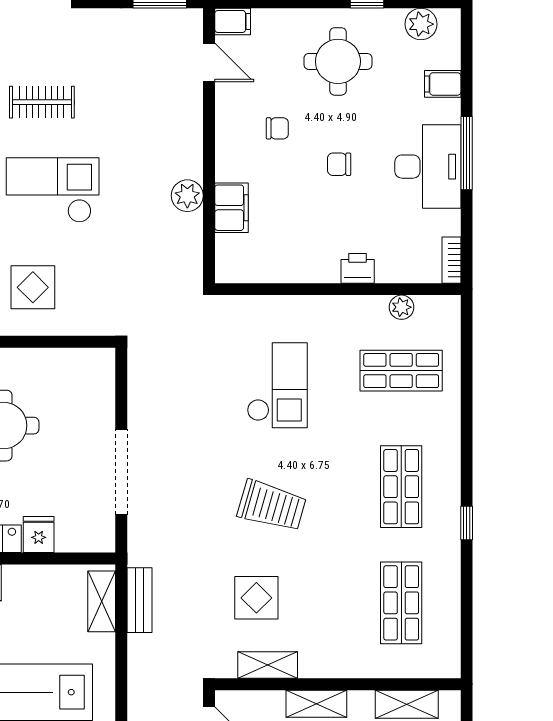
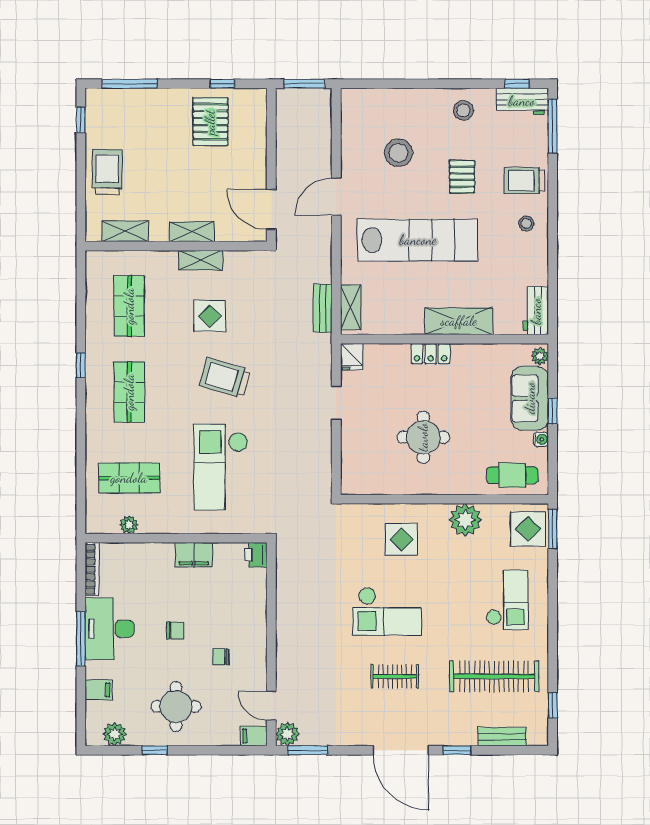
plant: (187, 196) -> (287, 734), moved
filing cabinet: (231, 208) -> (194, 555), moved, turned -90
bookcase: (451, 260) -> (92, 569), width x1.56
printer: (358, 268) -> (256, 555), moved, turned 90
checkout: (277, 385) -> (221, 467), width x1.36, depth x1.21
doorway: (121, 472) -> (336, 403), width x0.53
fridge: (39, 534) -> (352, 357), moved
display table: (256, 598) -> (210, 316), moved
shelving: (268, 665) -> (201, 260), moved

